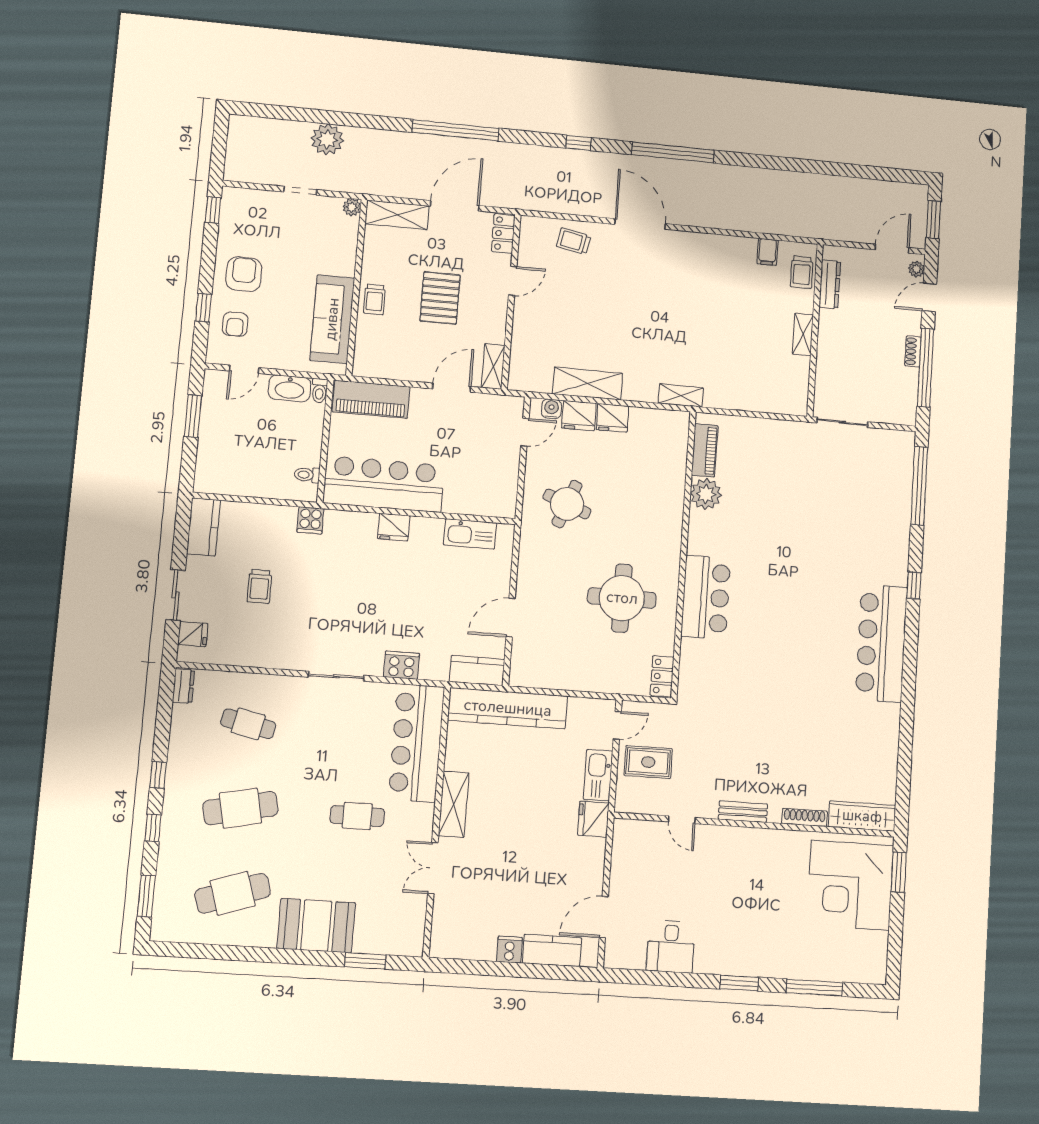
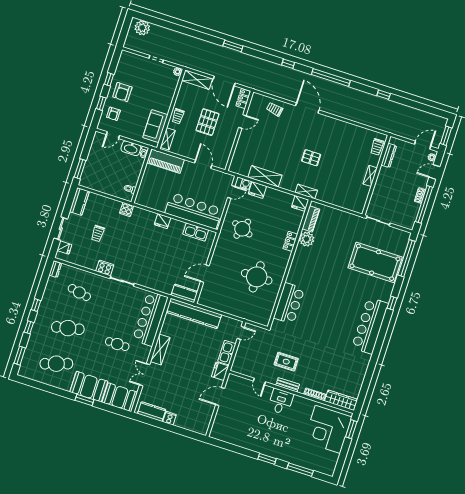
window: (456, 130) -> (233, 46), width x0.47
plant: (327, 139) -> (142, 28), moved
window: (788, 164) -> (384, 95), added
door: (455, 206) -> (224, 81), swing flipped
window: (213, 210) -> (109, 79), moved
filing cabinet: (768, 252) -> (363, 134), removed
armchair: (244, 274) -> (122, 92), turned 180
sofa: (332, 319) -> (155, 126), width x0.73
pallet: (673, 324) -> (311, 158), added
shelving: (493, 366) -> (168, 139), moved
door: (452, 388) -> (203, 164), hinge flipped
window: (193, 416) -> (80, 169), moved
fridge: (612, 418) -> (300, 203), moved
bar counter: (384, 484) -> (194, 211), moved
pool table: (858, 509) -> (375, 262), added
bar counter: (706, 597) -> (289, 303), moved
cooker: (402, 665) -> (105, 268), moved
locker: (662, 676) -> (290, 241), moved
rug: (648, 762) -> (286, 362), moved
door: (604, 917) -> (220, 397), moved
booth: (390, 932) -> (120, 397), added
desk: (671, 947) -> (281, 402), moved, turned 180
kitchen counter: (552, 950) -> (152, 412), moved
window: (365, 961) -> (84, 400), moved

